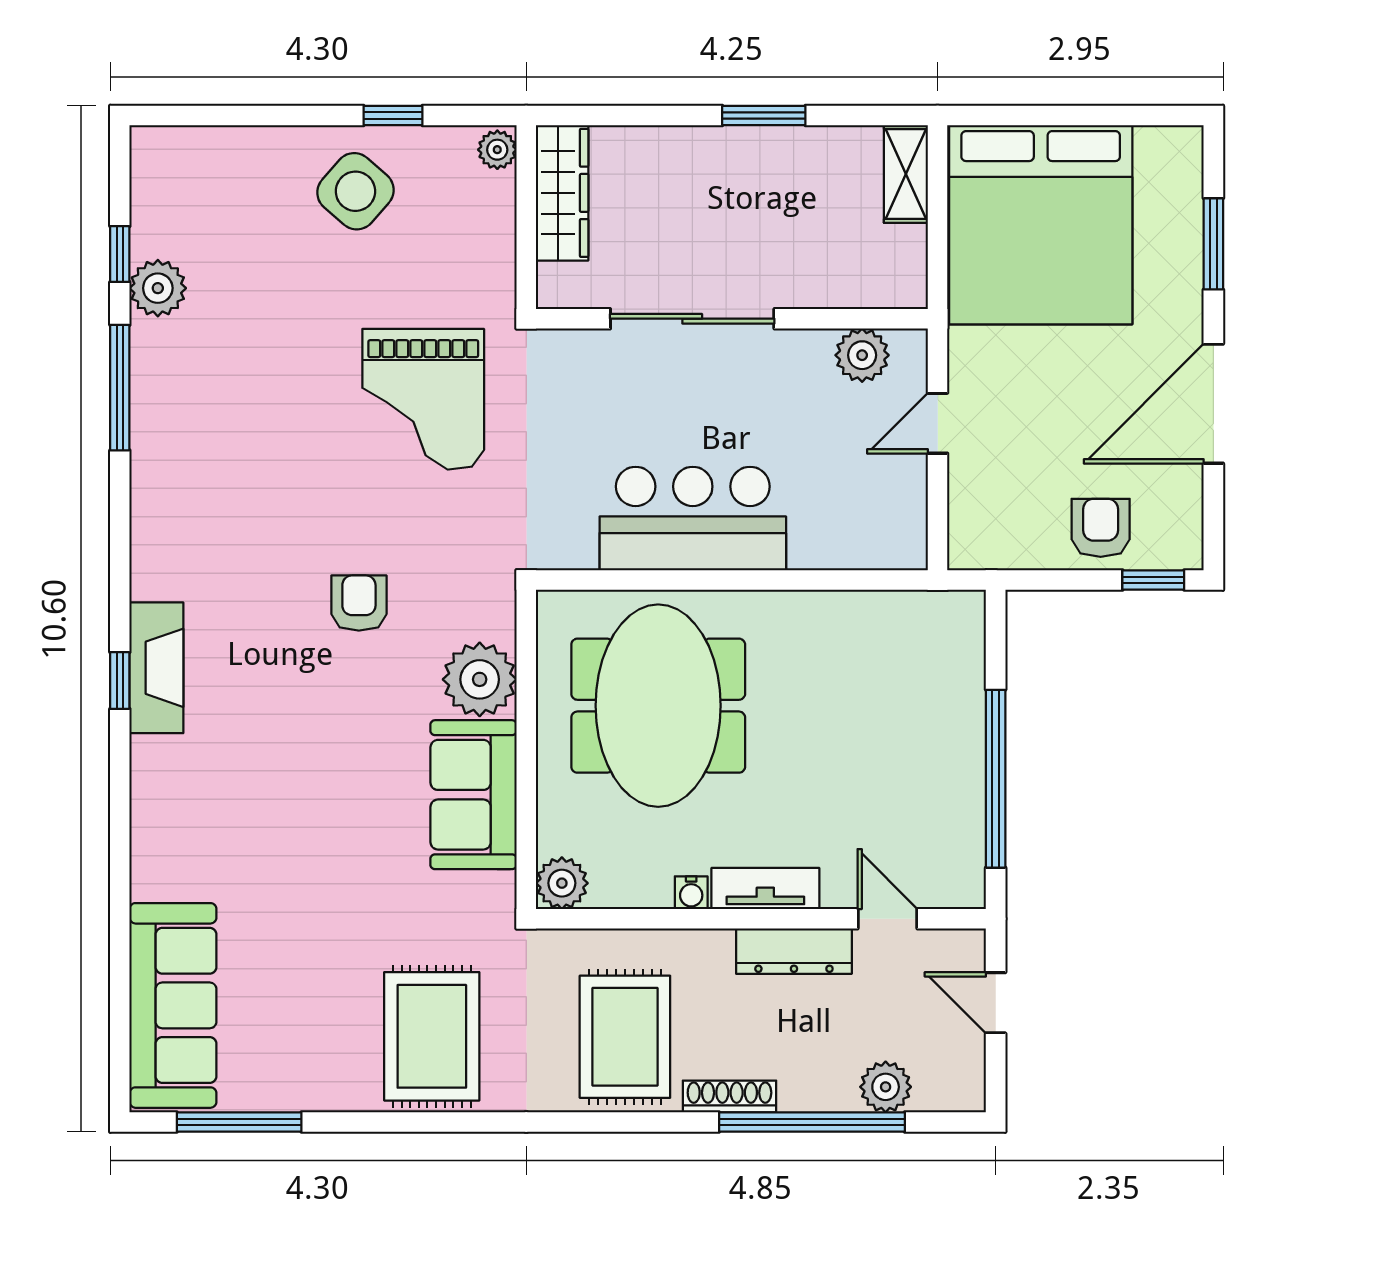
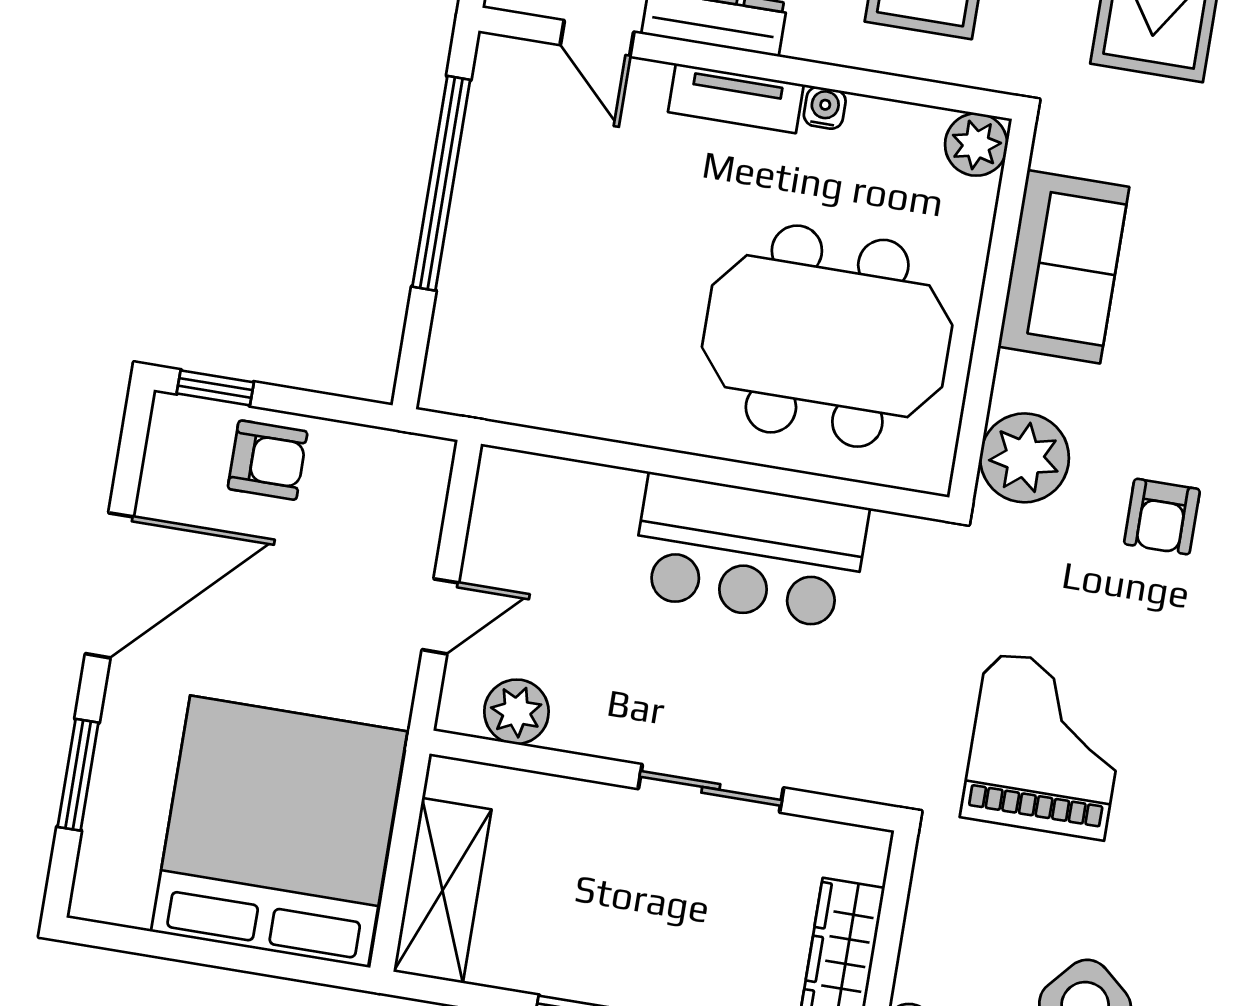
shelving: (906, 174) -> (442, 890), width x1.50, depth x1.33
sliding door: (692, 319) -> (711, 788), width x0.73
armchair: (1101, 528) -> (268, 460), turned -90
plant: (480, 679) -> (1025, 458), moved
meeting table: (658, 706) -> (827, 336), turned 90

